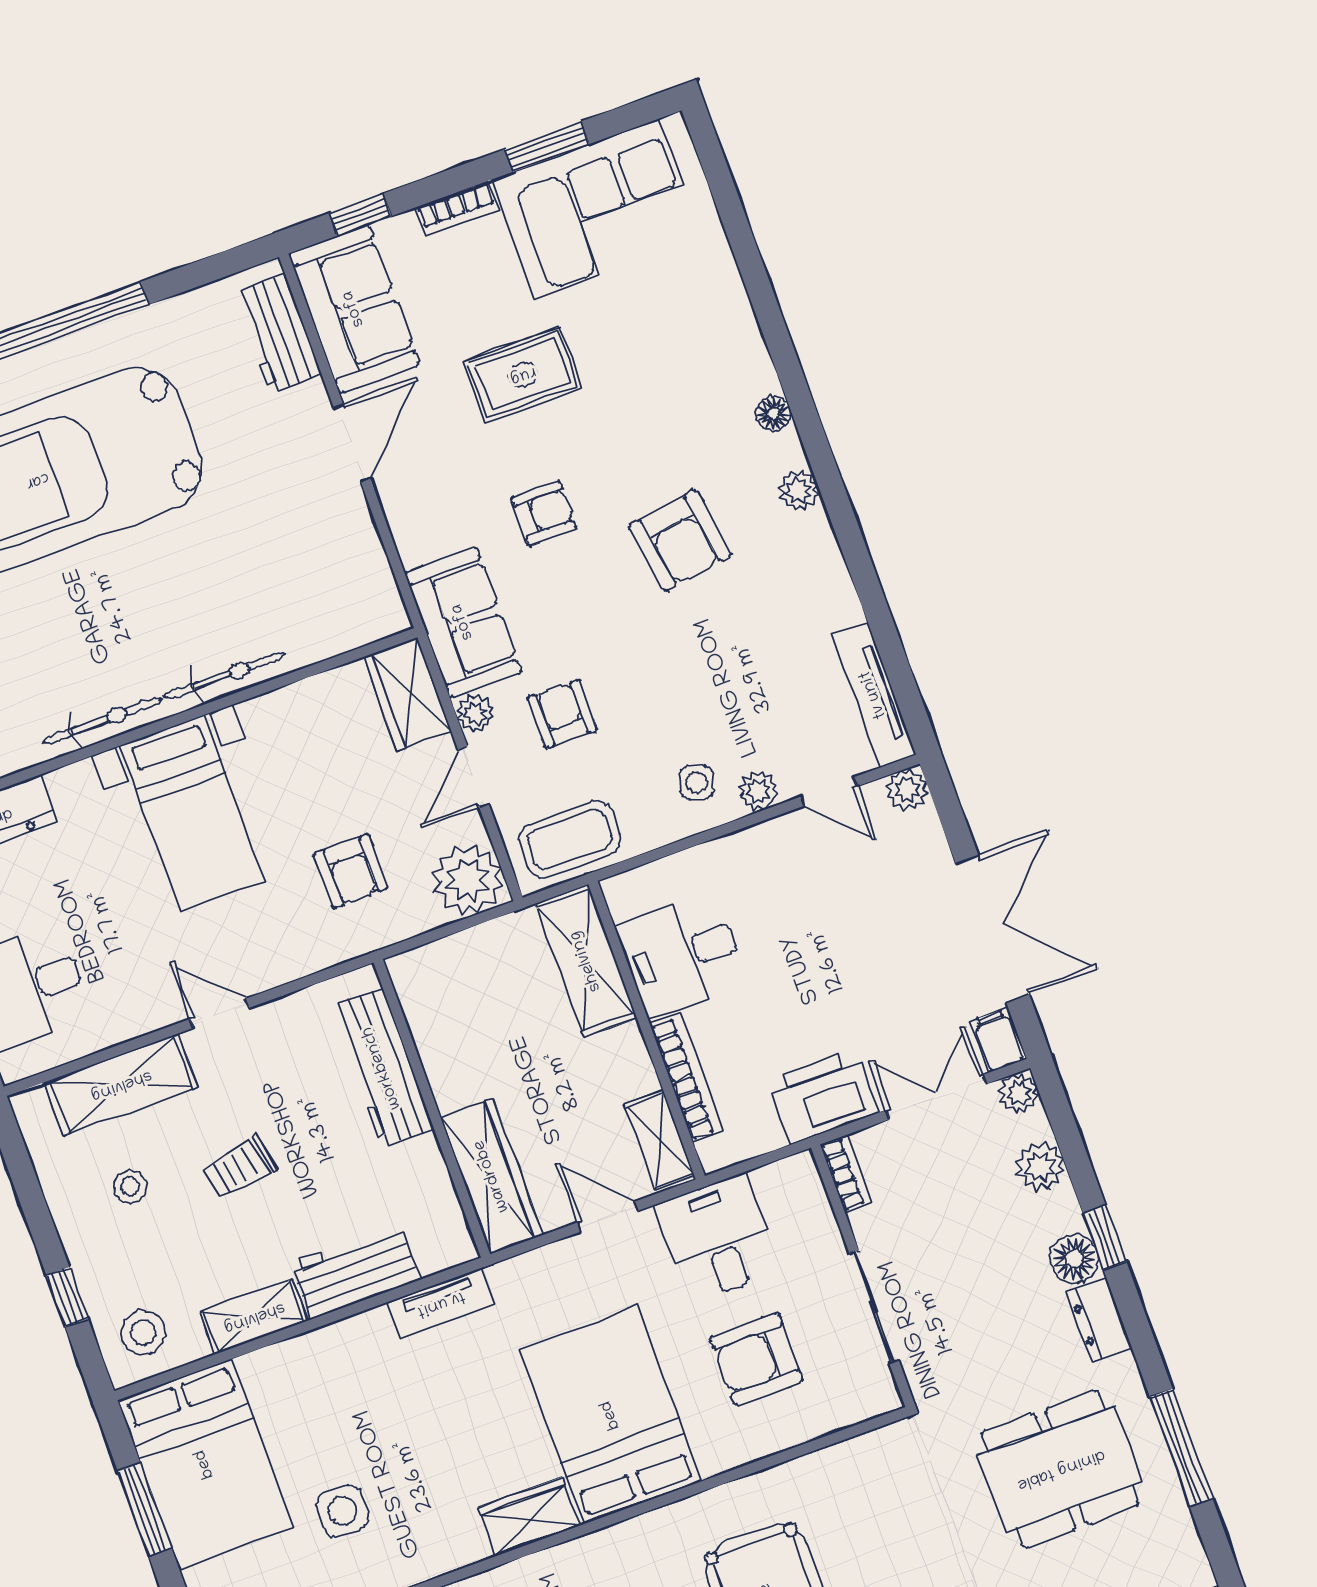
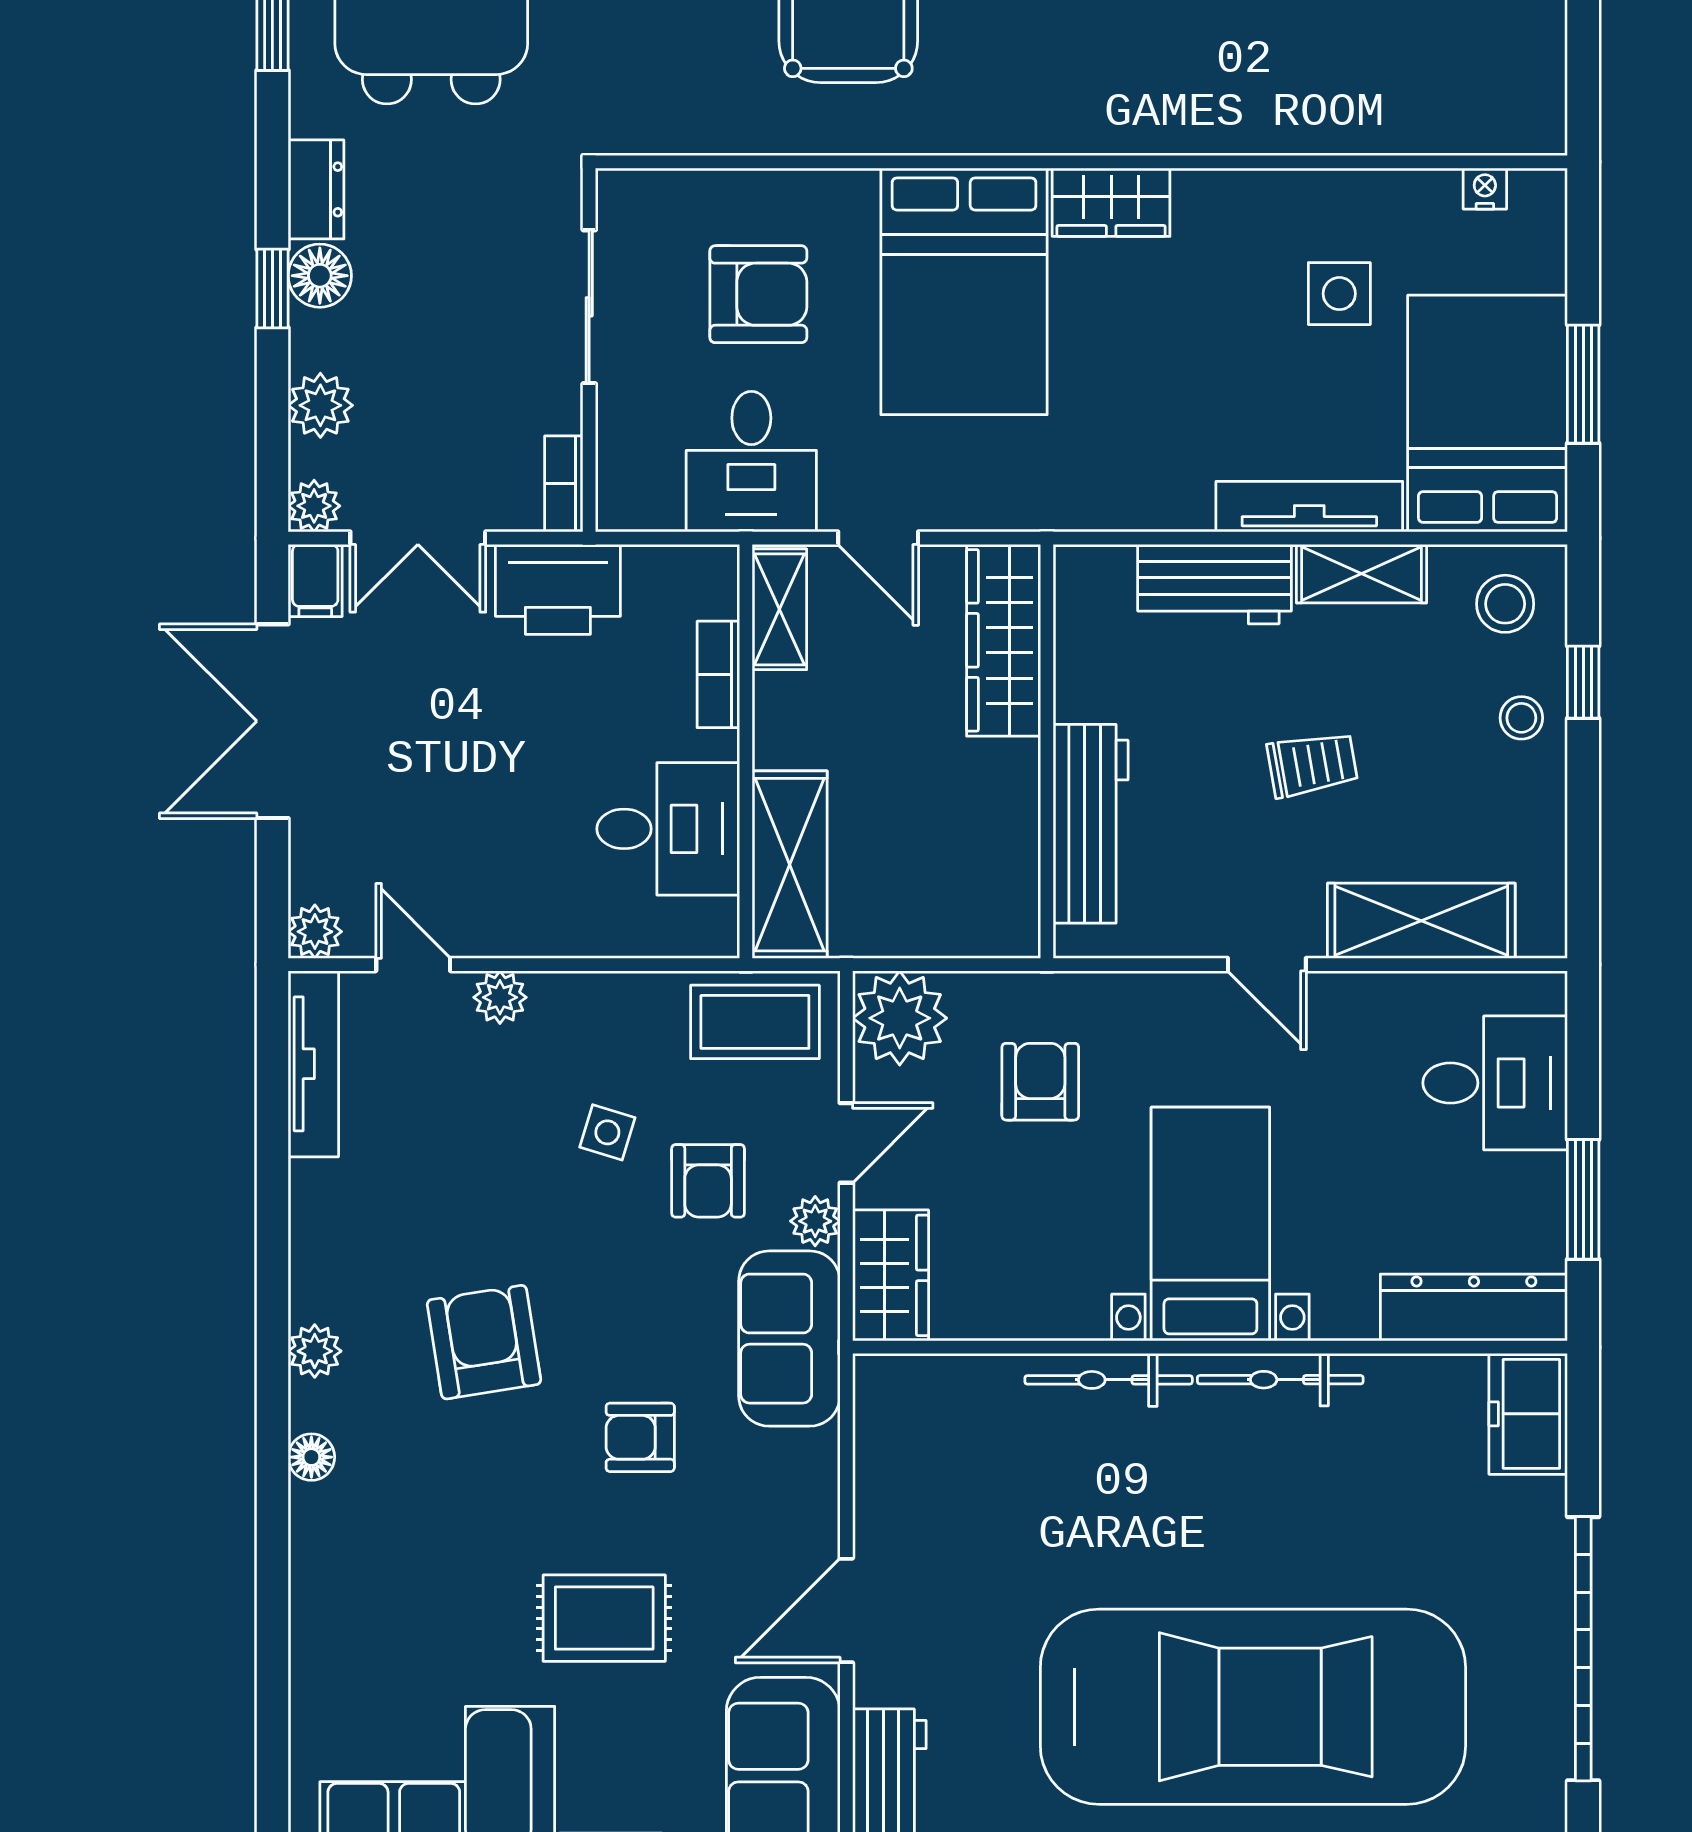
side table: (697, 783) -> (607, 1132), moved
bookcase: (686, 1078) -> (718, 674), width x0.64
stool: (130, 1187) -> (1521, 718), moved
tv unit: (441, 1303) -> (1309, 507), moved, width x1.41

